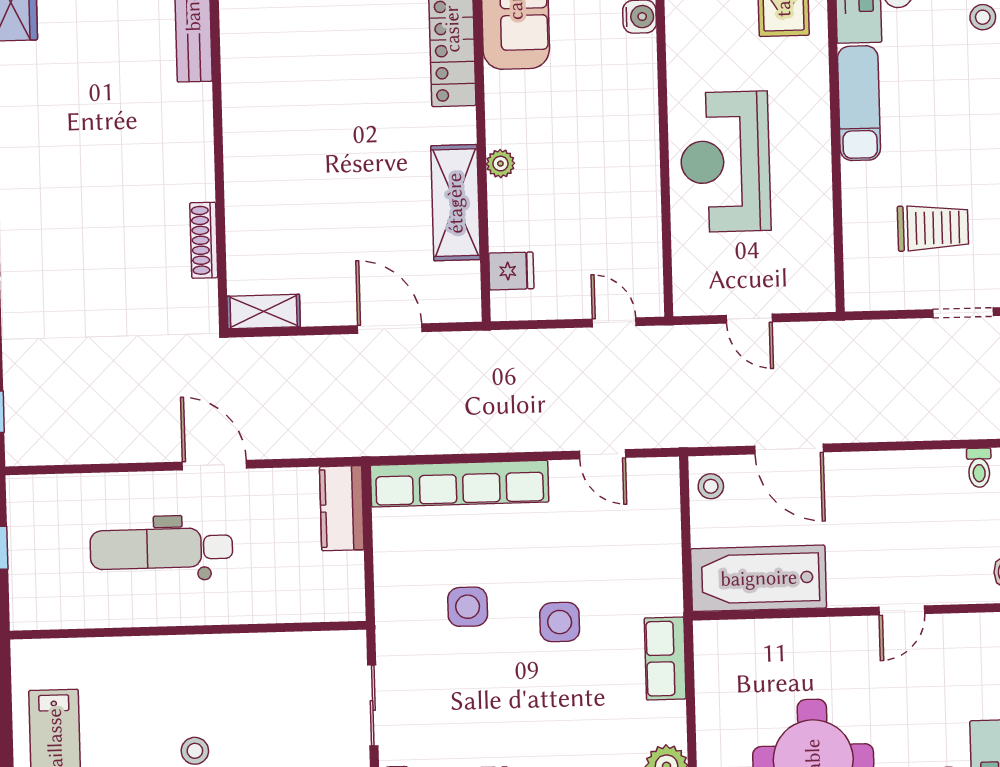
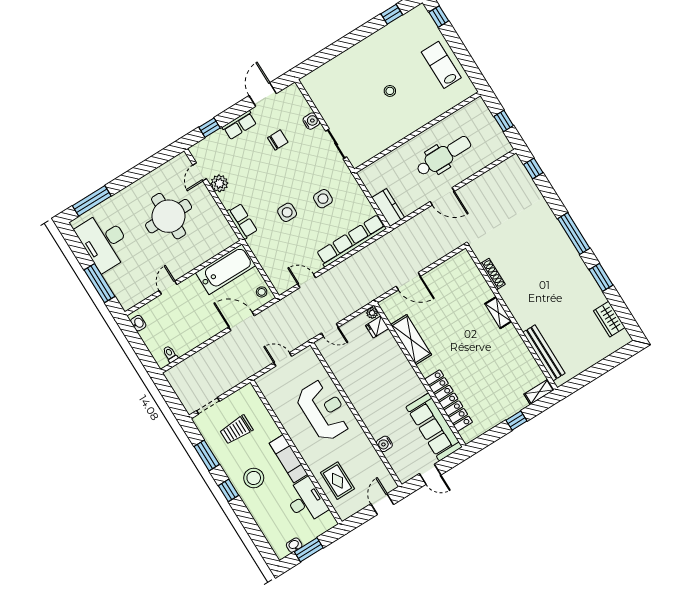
stool: (983, 17) -> (254, 478), moved, width x1.89, depth x1.89
plant: (500, 164) -> (372, 313), moved
shelving: (264, 312) -> (498, 313), moved, turned 90

